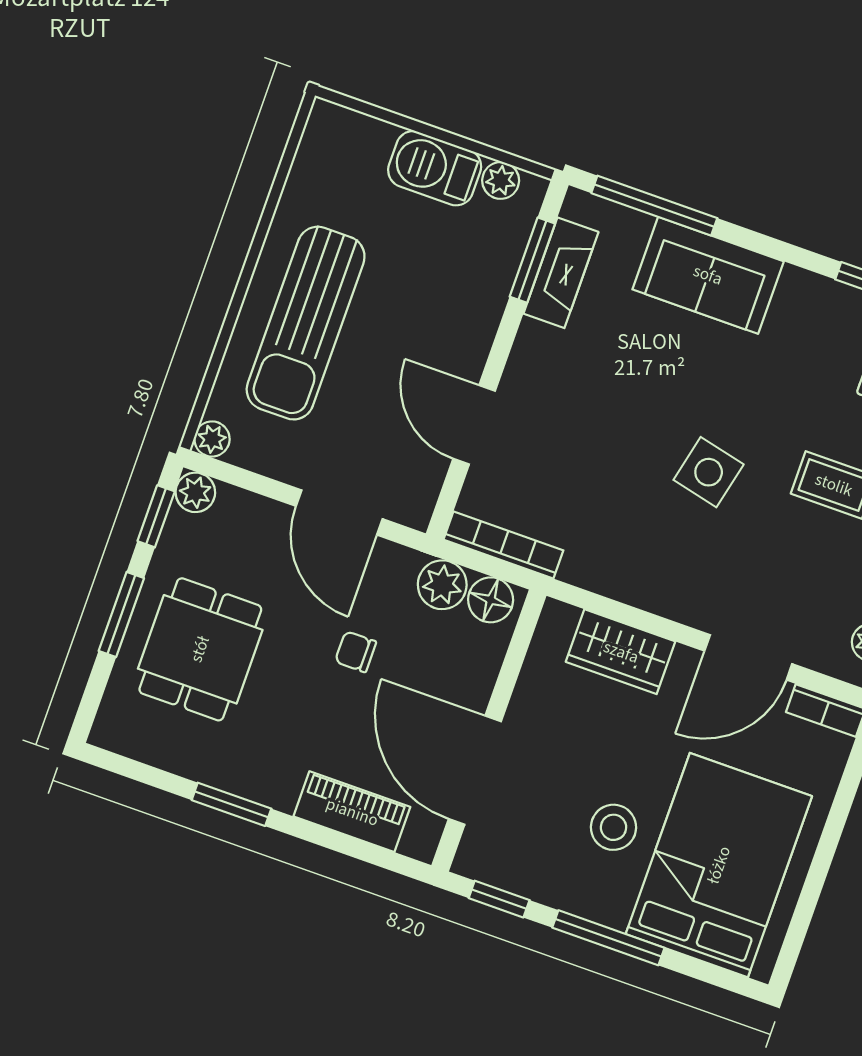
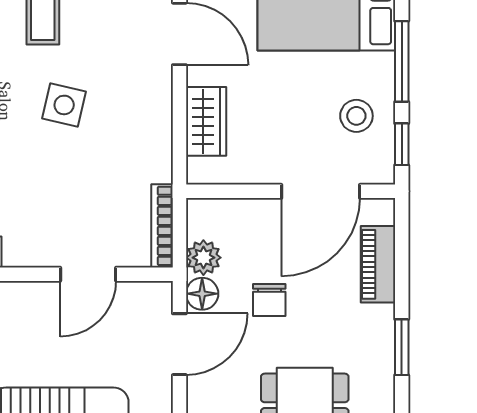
floor lamp: (491, 600) -> (202, 294), moved
chair: (356, 652) -> (269, 300), width x1.37, depth x1.37
stool: (614, 827) -> (356, 116), moved

